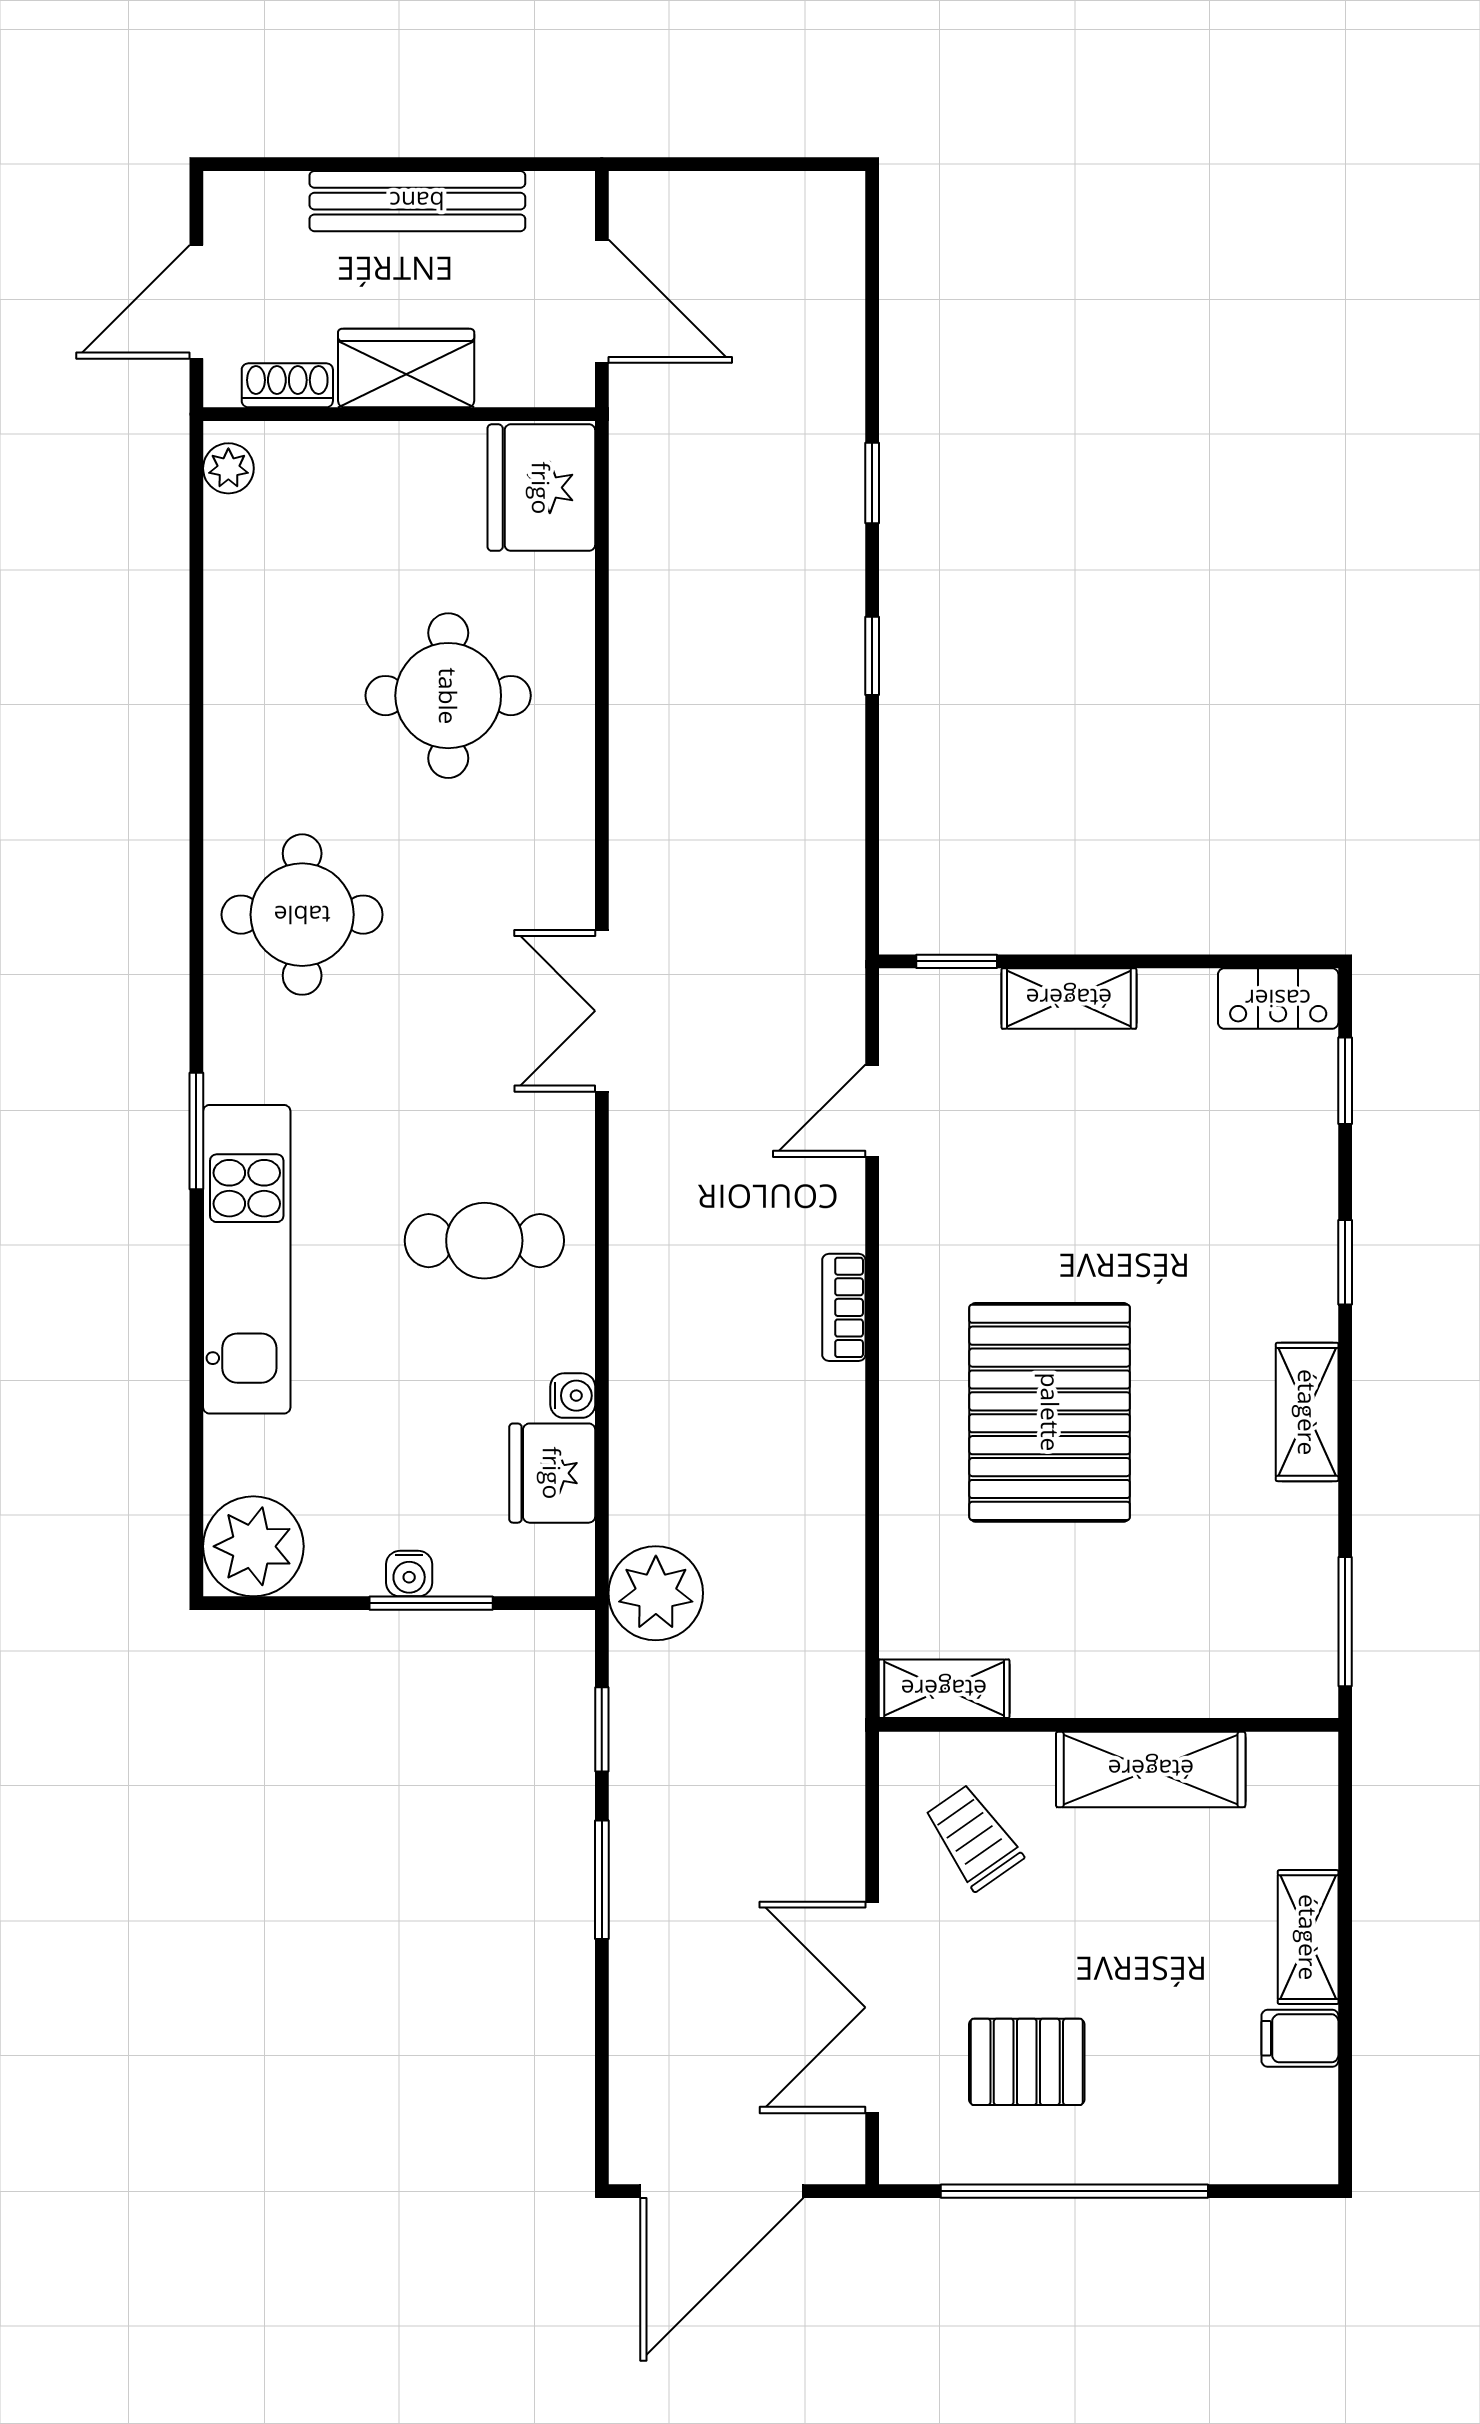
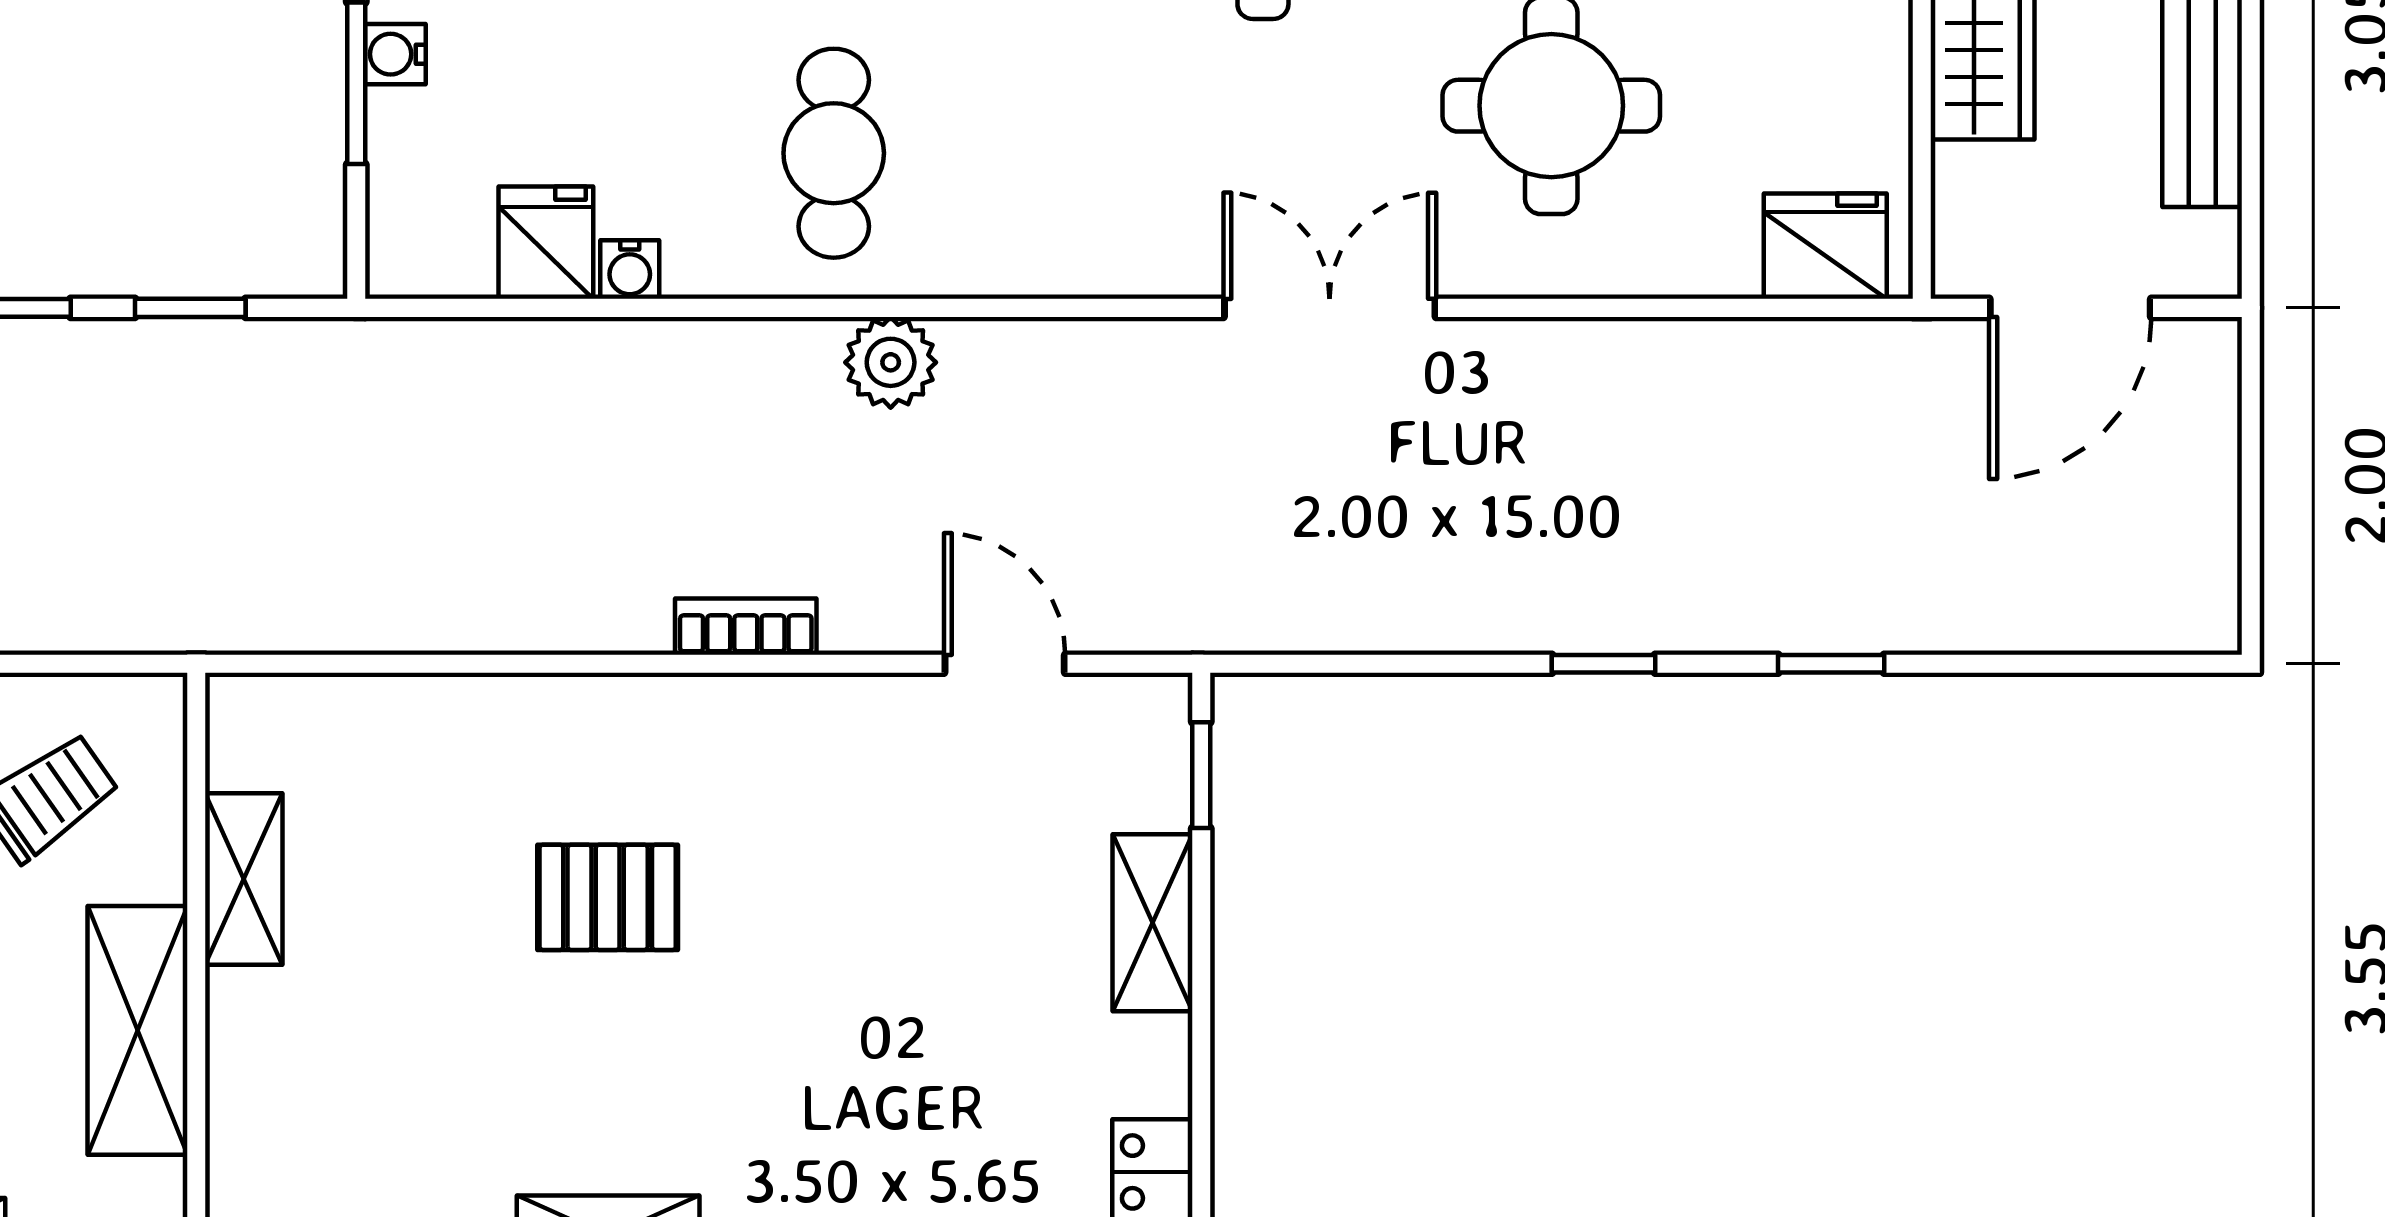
fridge: (541, 488) -> (1825, 246), width x0.73, depth x0.75
double door: (602, 1011) -> (1330, 308), moved
pallet: (1050, 1412) -> (608, 897), width x0.49, depth x0.50
fridge: (552, 1473) -> (546, 243), width x0.72
plant: (656, 1593) -> (891, 362), moved, width x0.73, depth x0.73
shelving: (944, 1689) -> (244, 879), moved

